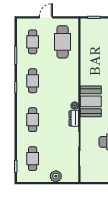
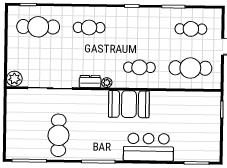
cafe table: (33, 81) -> (139, 67), moved
booth: (91, 101) -> (129, 104), moved
cafe table: (33, 159) -> (38, 27), width x1.37, depth x1.35
plant: (56, 176) -> (14, 79), moved

